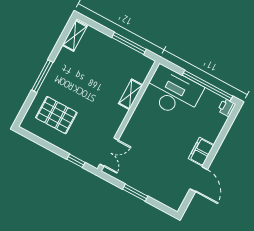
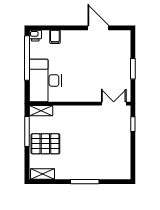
shelving: (131, 94) -> (41, 111), moved
pallet: (56, 115) -> (45, 144), moved, turned 90
filing cabinet: (201, 152) -> (55, 37), moved, width x0.50
door: (199, 179) -> (98, 28), hinge flipped

